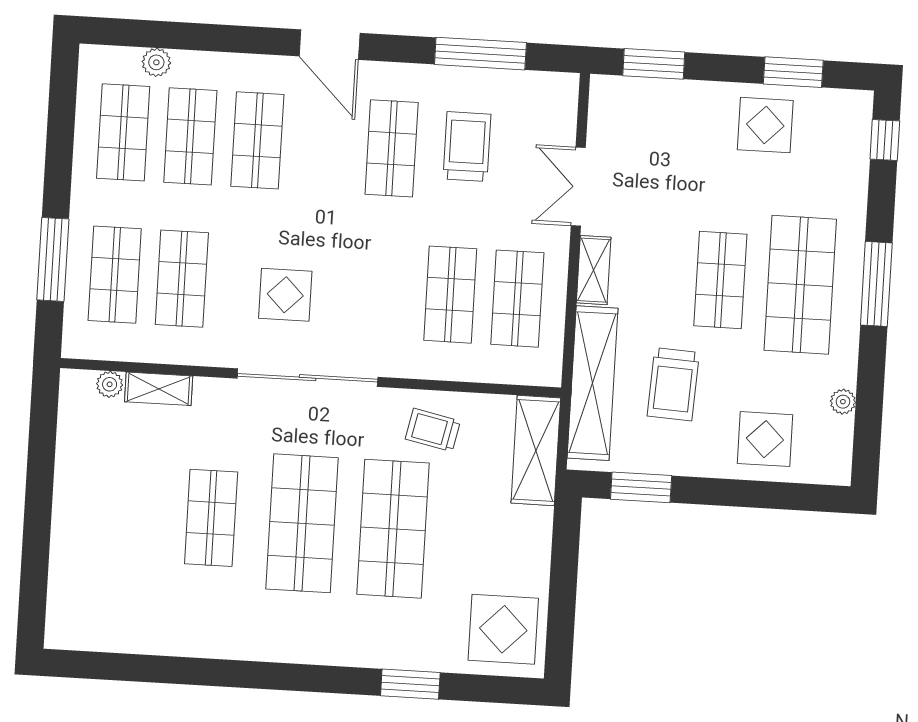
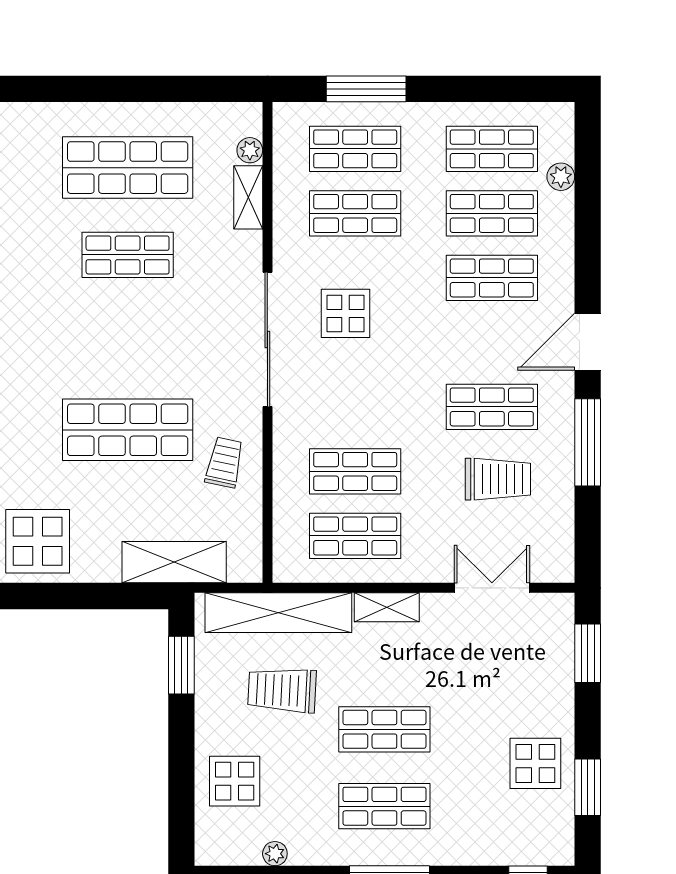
window: (480, 54) -> (588, 442), moved
double door: (578, 187) -> (492, 588), moved
shop shelf: (800, 285) -> (384, 806), width x0.70, depth x0.74
shelving: (536, 450) -> (174, 562), moved
shop shelf: (302, 523) -> (128, 168), moved

